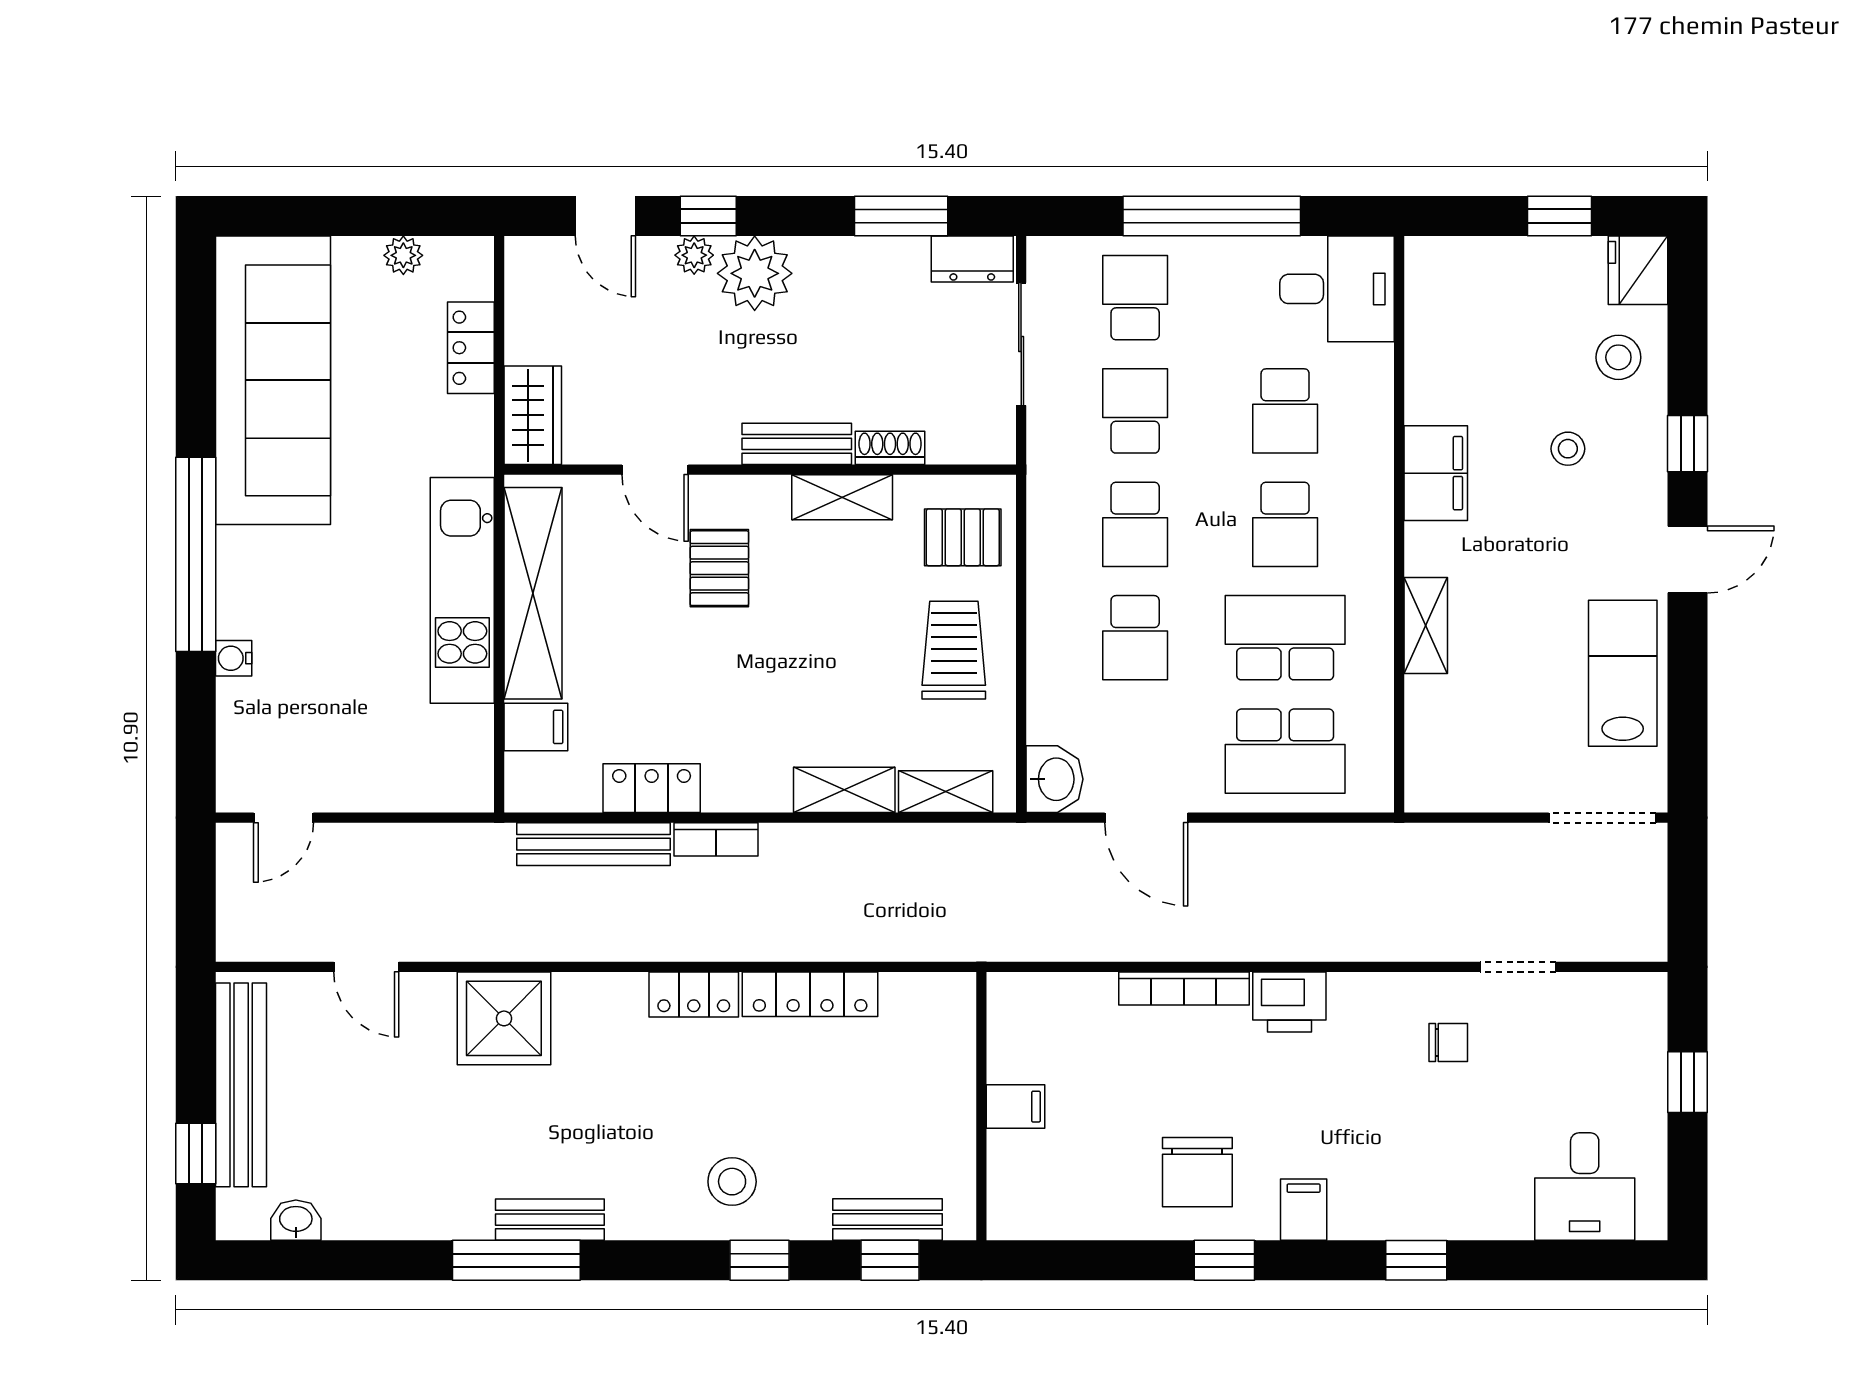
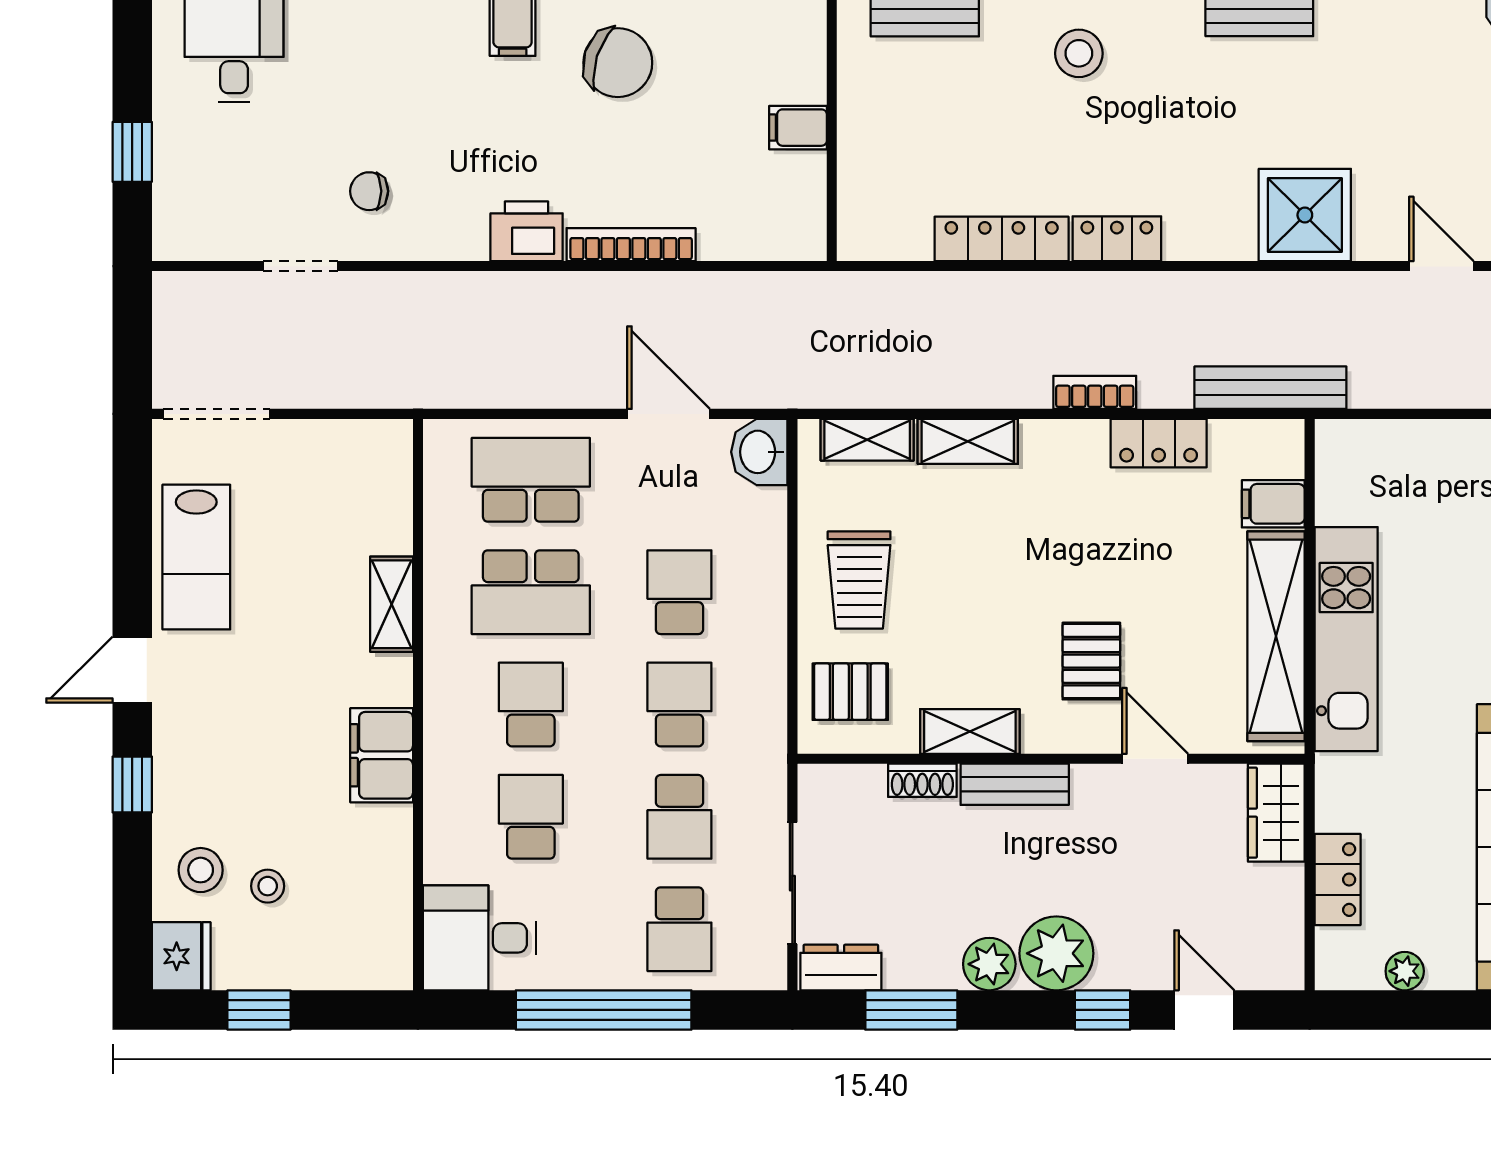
plant: (694, 255) -> (989, 964), moved, width x1.38, depth x1.38
stool: (1568, 449) -> (268, 886), moved
bench: (594, 844) -> (1270, 388), moved
chair: (1197, 1172) -> (618, 63), turned 108

